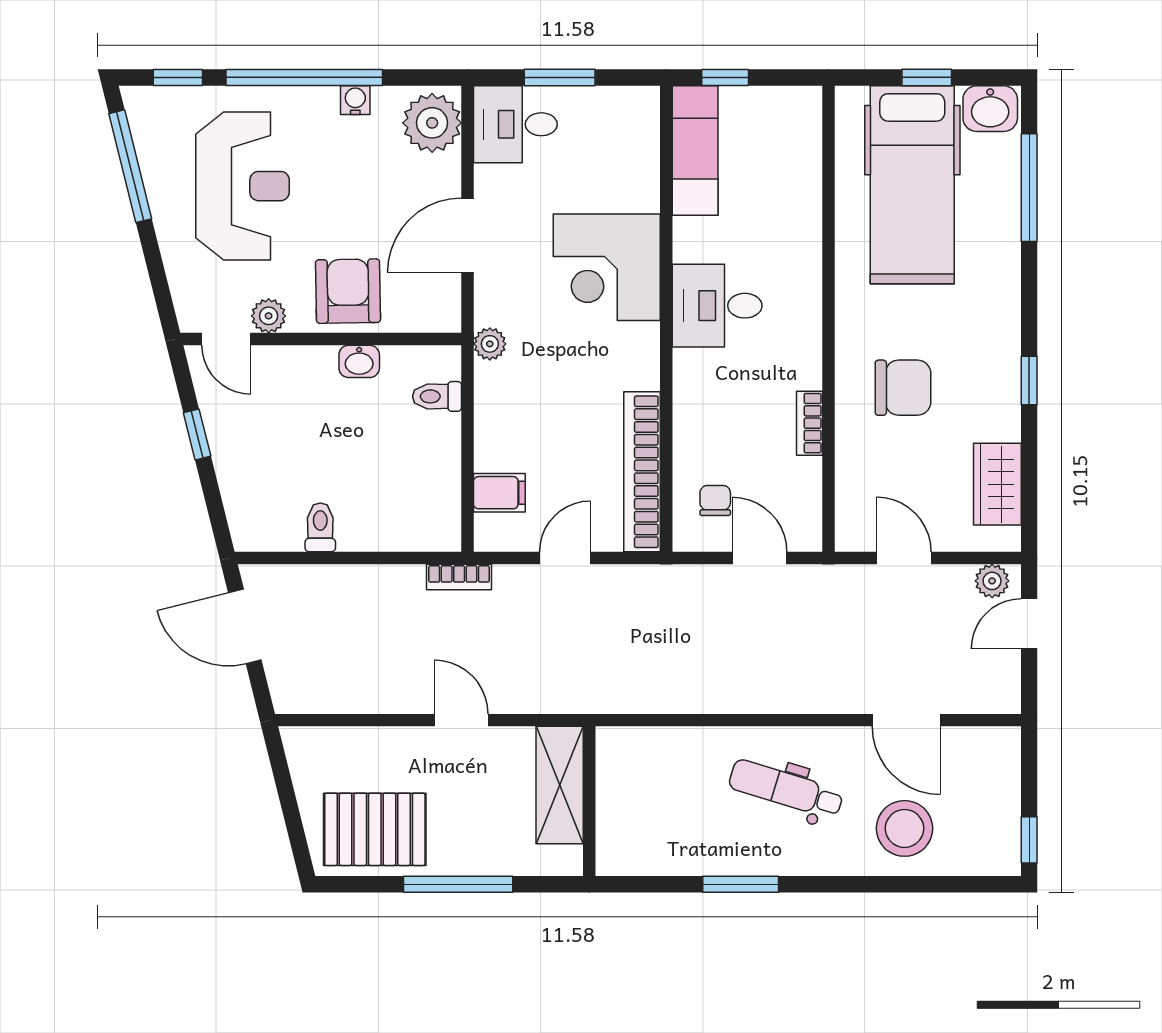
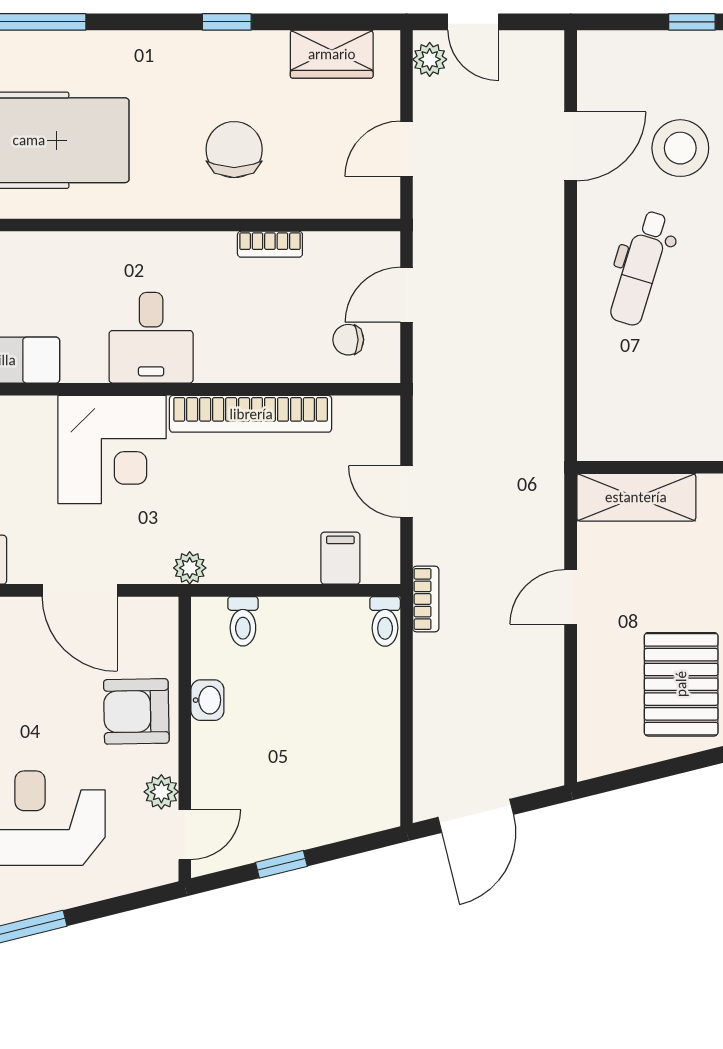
bookcase: (642, 472) -> (251, 414), moved
toilet: (320, 527) -> (385, 621), moved, turned -90

